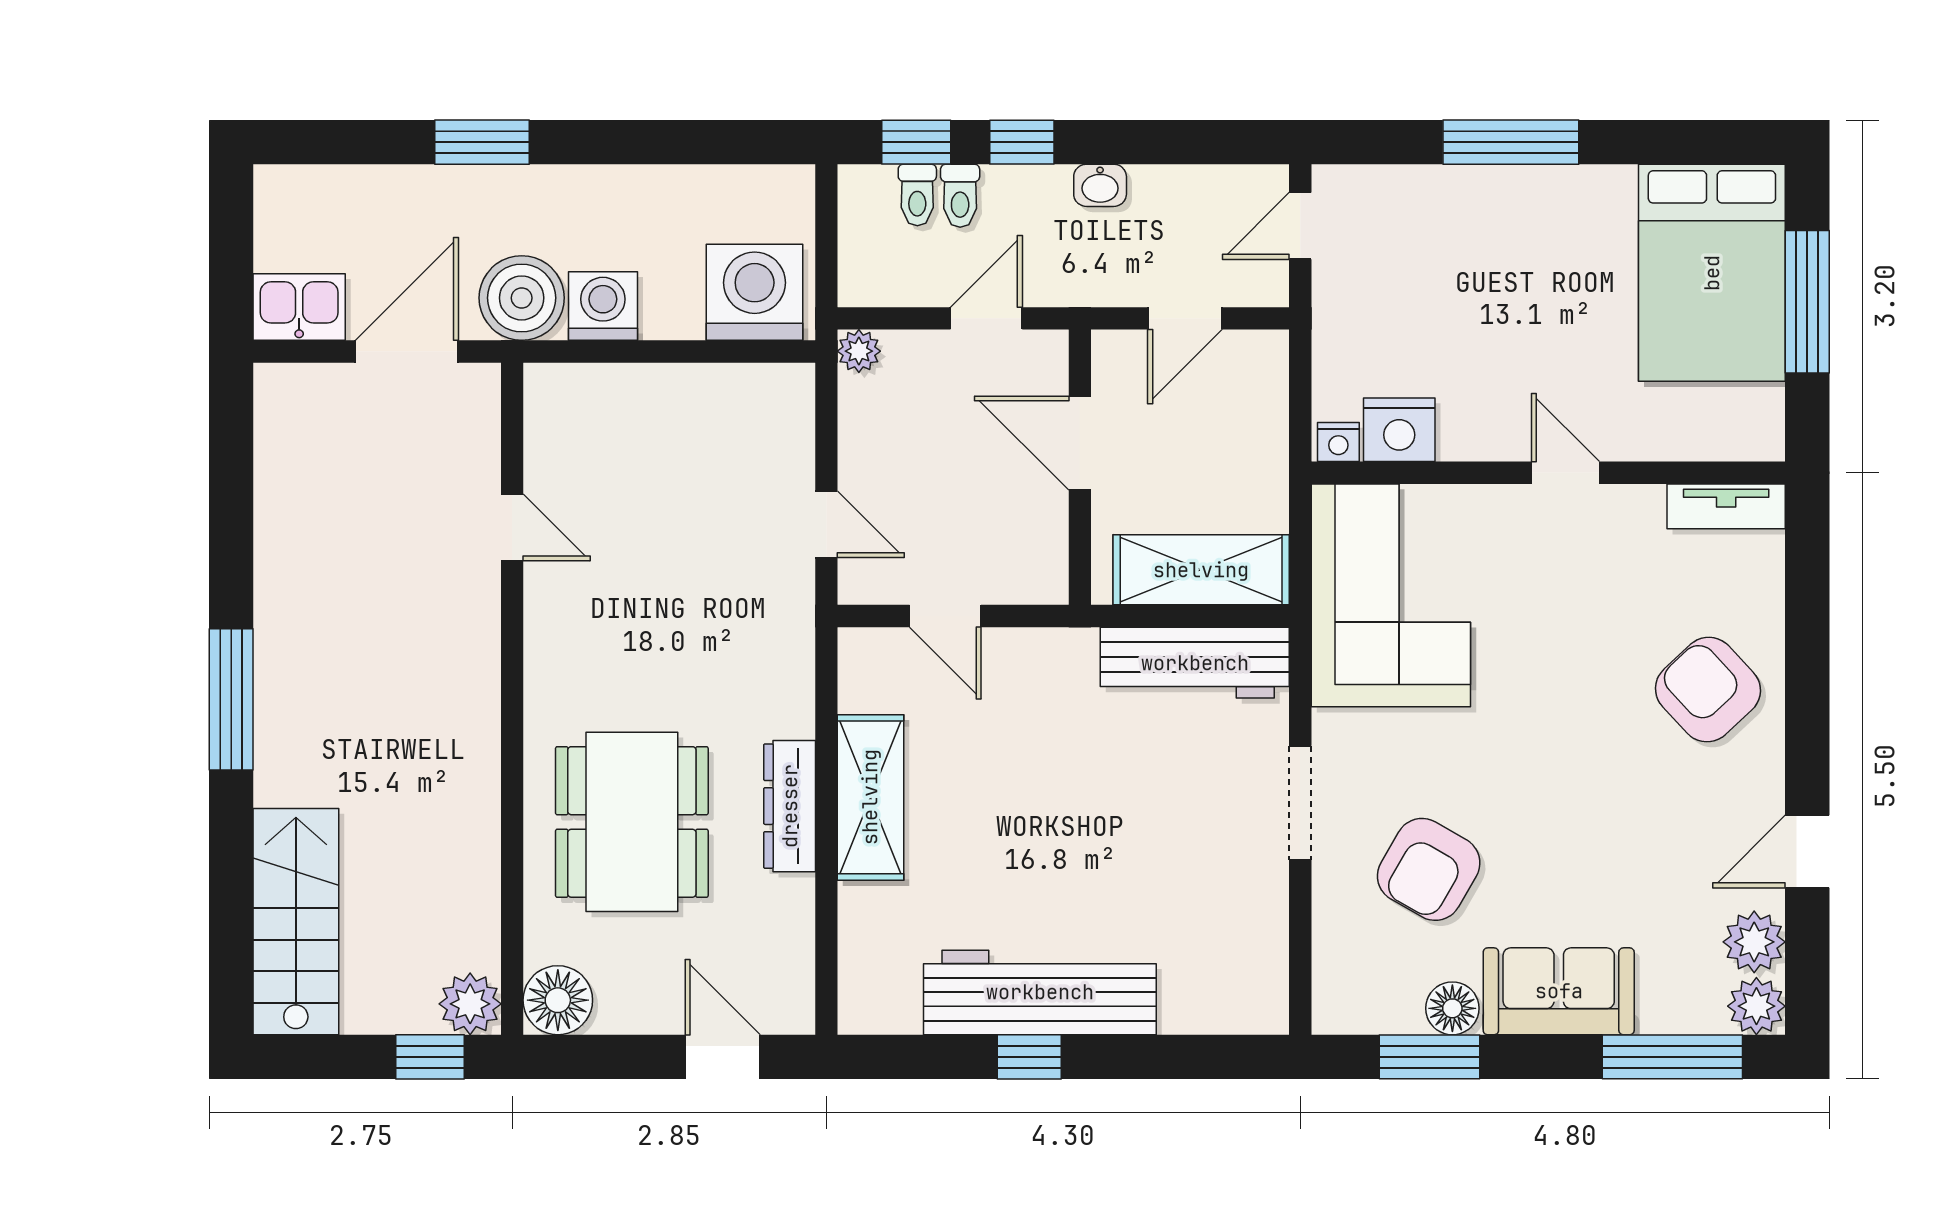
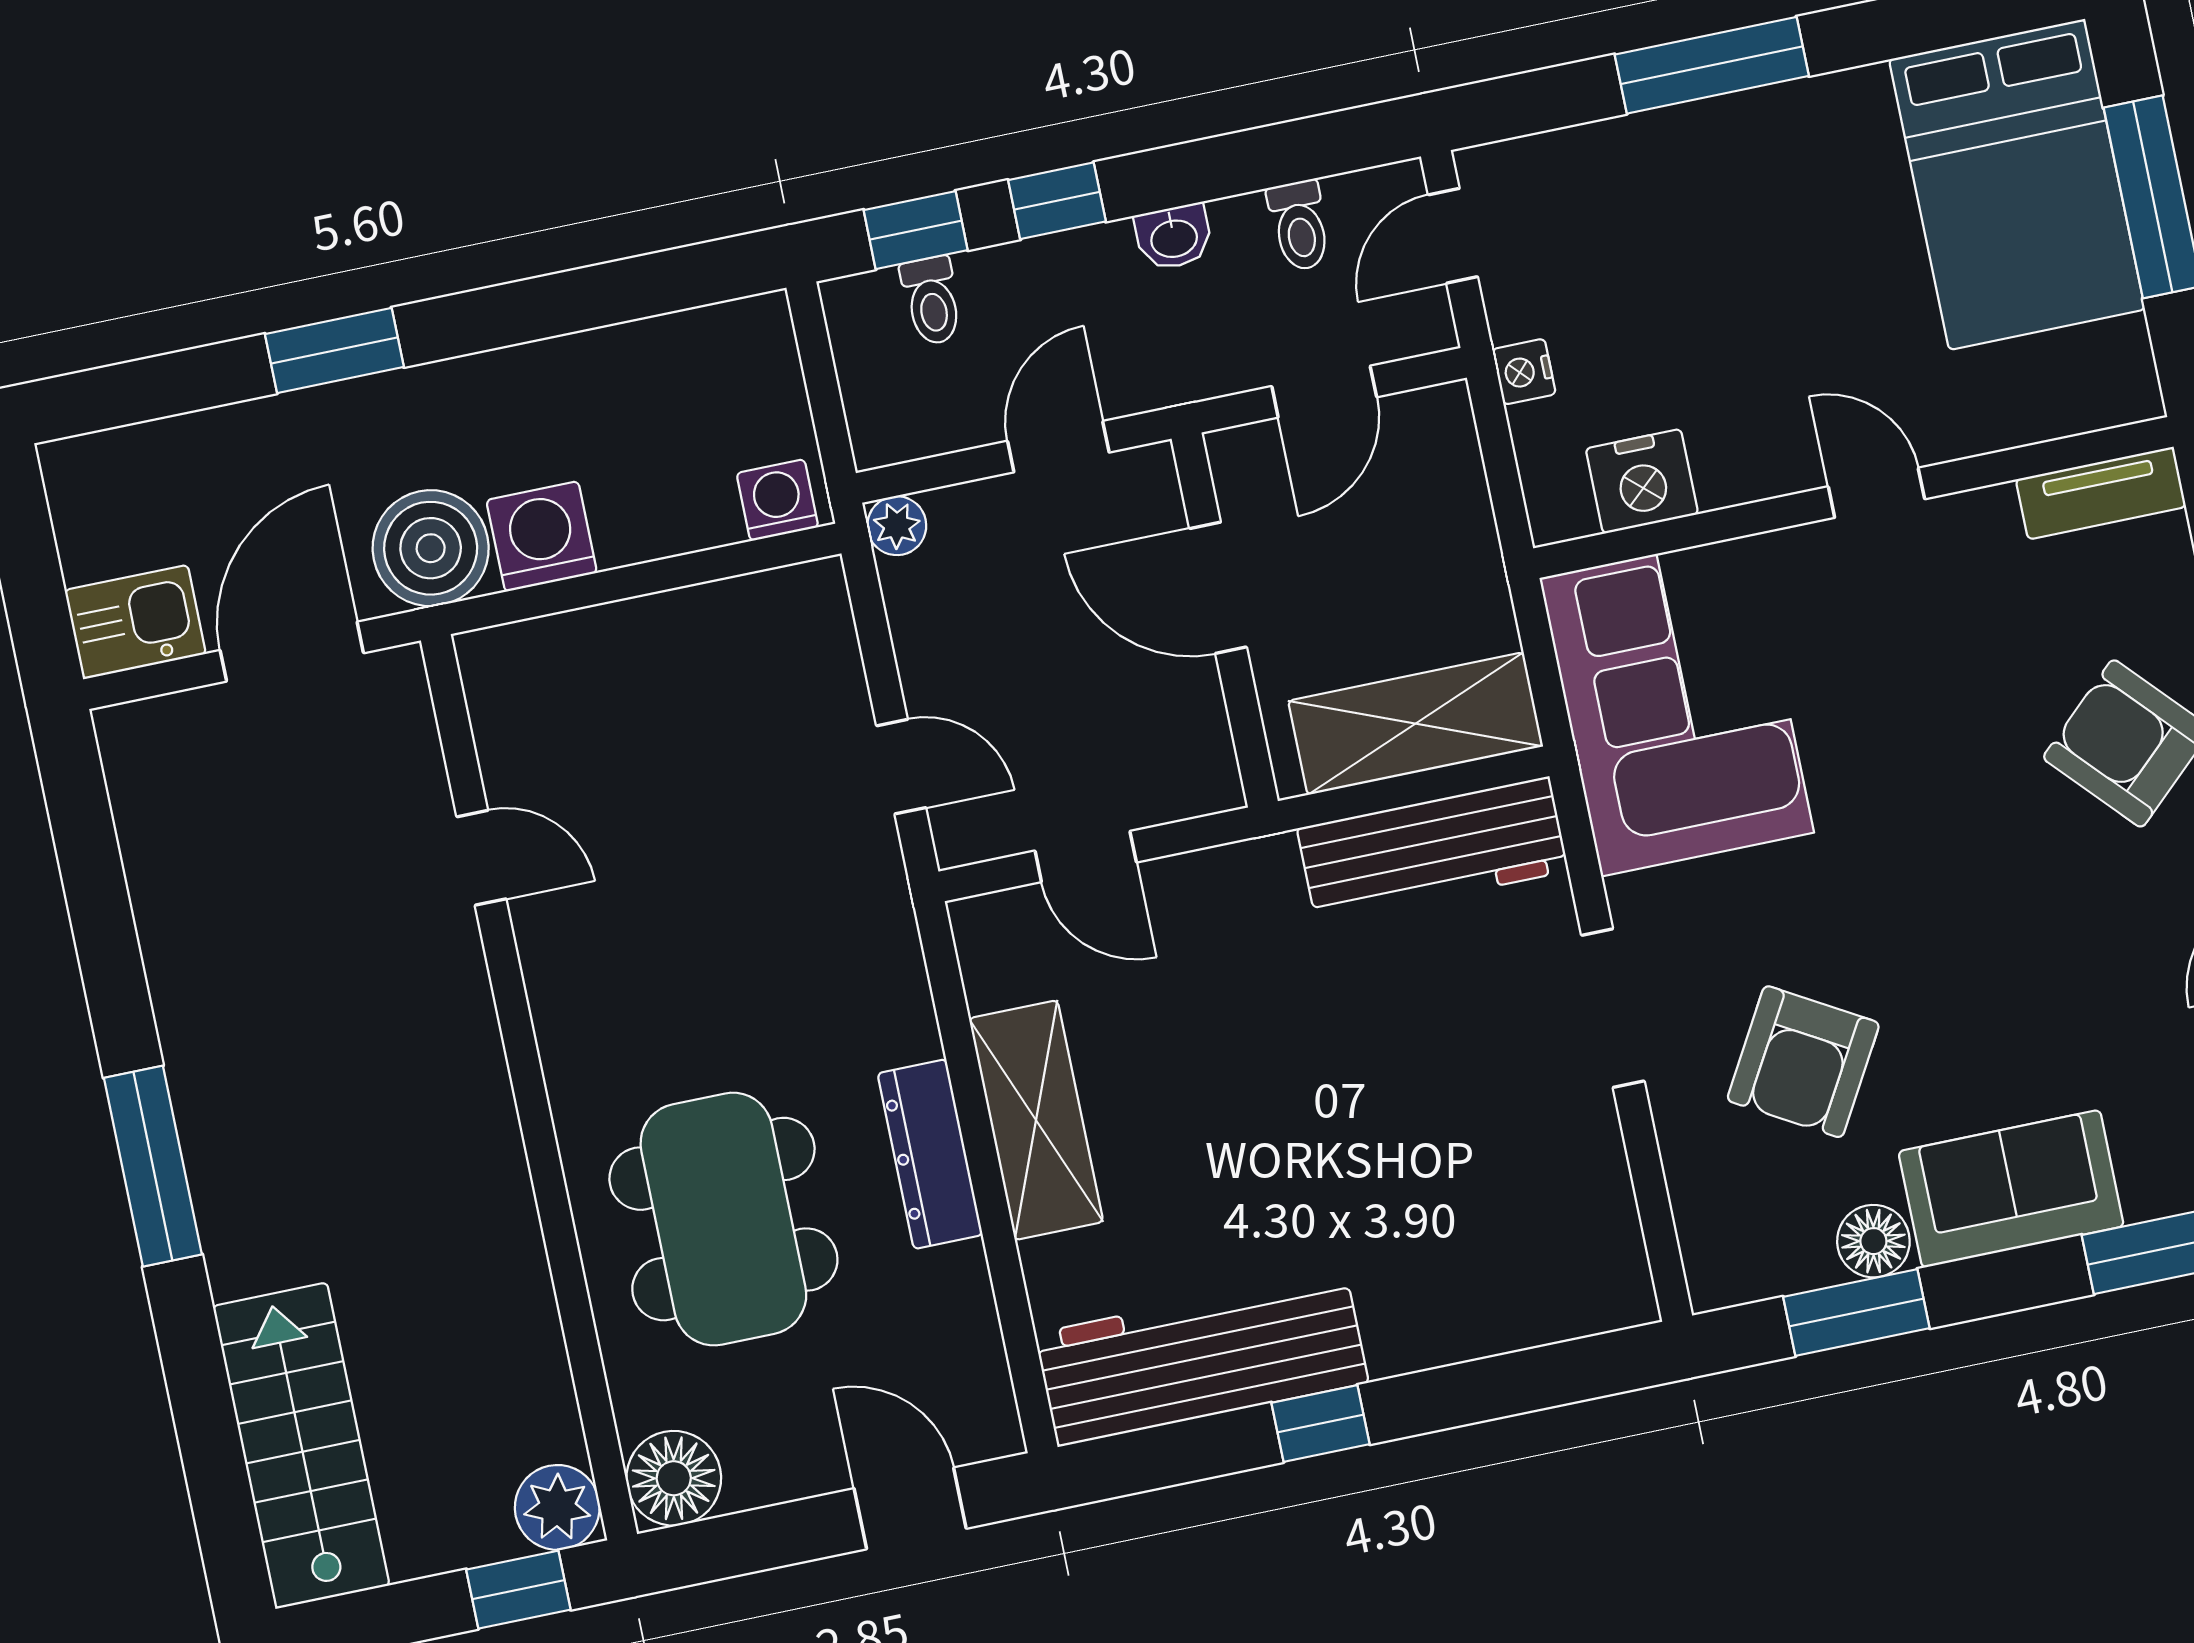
toilet: (960, 196) -> (1299, 226), moved
washing machine: (755, 292) -> (777, 500), width x0.53, depth x0.53
nightstand: (1338, 442) -> (1524, 372), moved, turned 90
workbench: (1040, 992) -> (1201, 1358), moved

